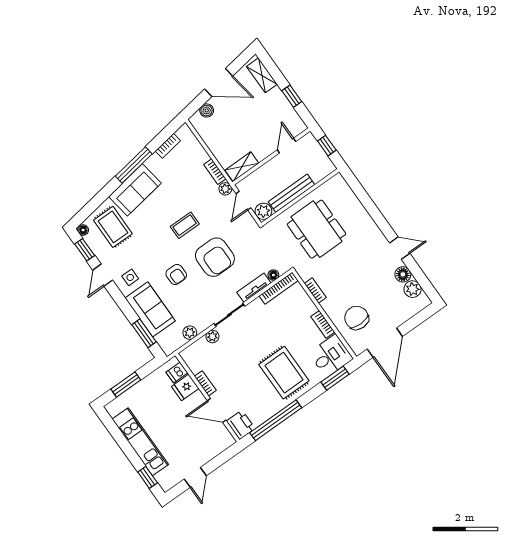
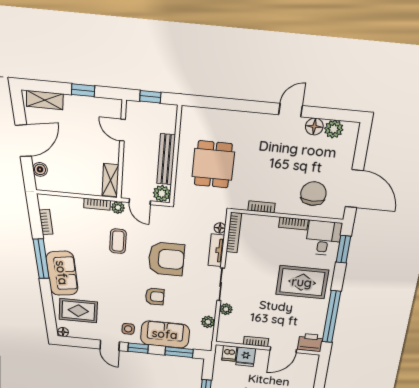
coffee table: (185, 225) -> (118, 241), moved
dining table: (316, 229) -> (213, 164), width x0.73
window: (85, 250) -> (138, 348), moved
chair: (357, 318) -> (313, 194), turned 90

